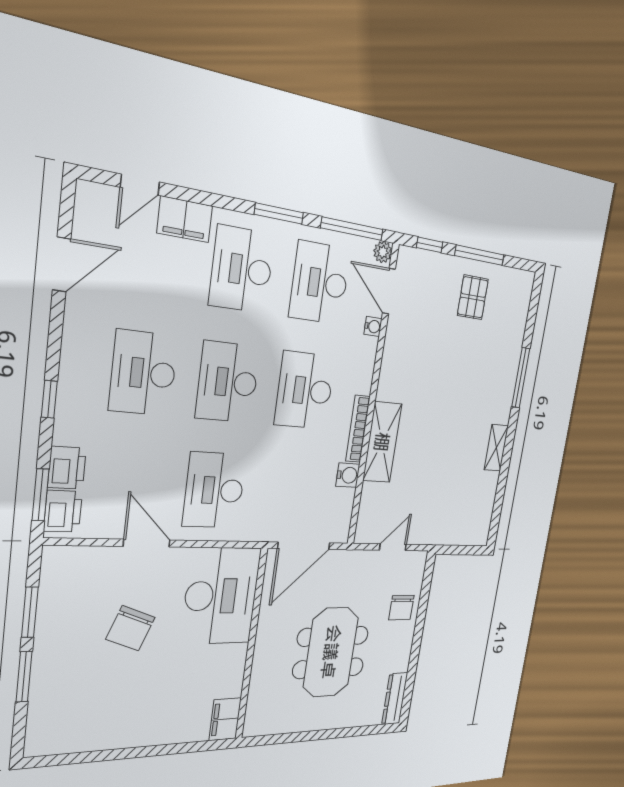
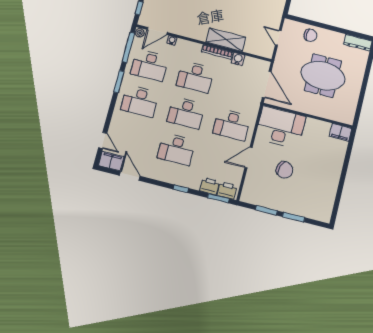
filing cabinet: (185, 219) -> (111, 161), moved, turned -90

